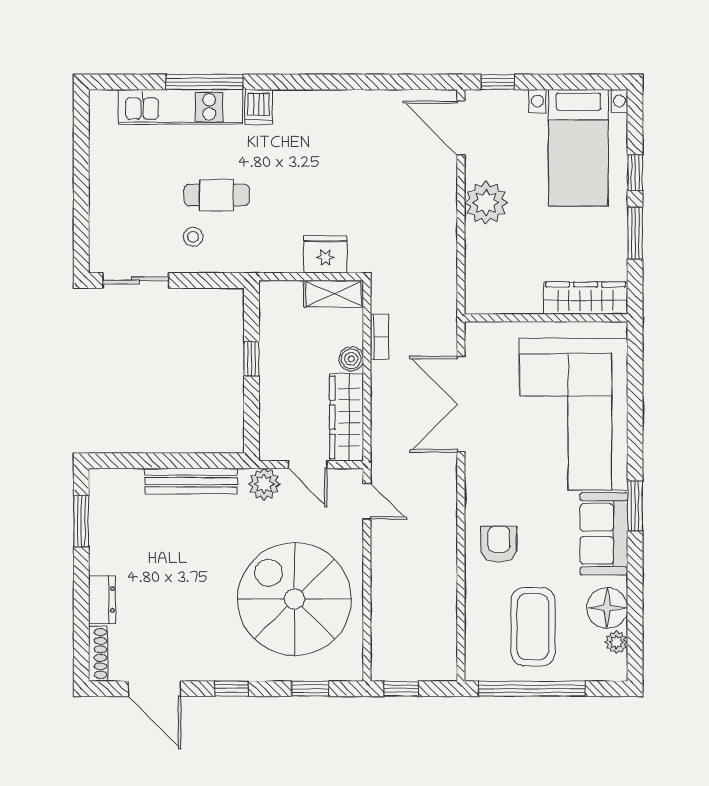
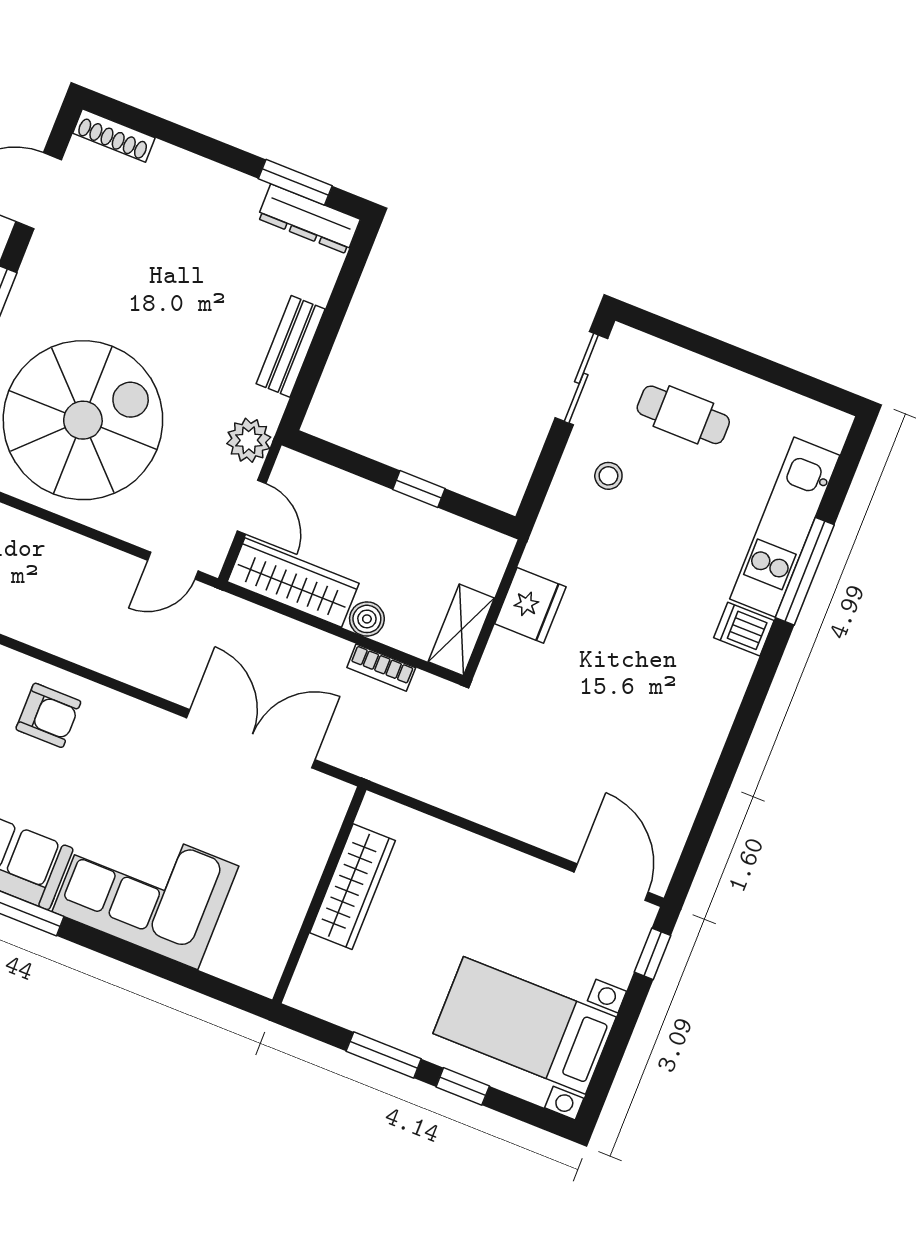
door: (461, 128) -> (611, 882), hinge flipped
cafe table: (217, 195) -> (683, 415), moved, turned 90
plant: (486, 203) -> (501, 876), removed
fridge: (325, 254) -> (530, 605), moved
wardrobe: (586, 298) -> (352, 887), moved
corner sofa: (574, 414) -> (145, 889), width x0.73, depth x0.74
door: (308, 465) -> (252, 507), swing flipped
bench: (191, 481) -> (291, 346), width x0.73
dresser: (102, 599) -> (309, 219), moved, width x1.44

